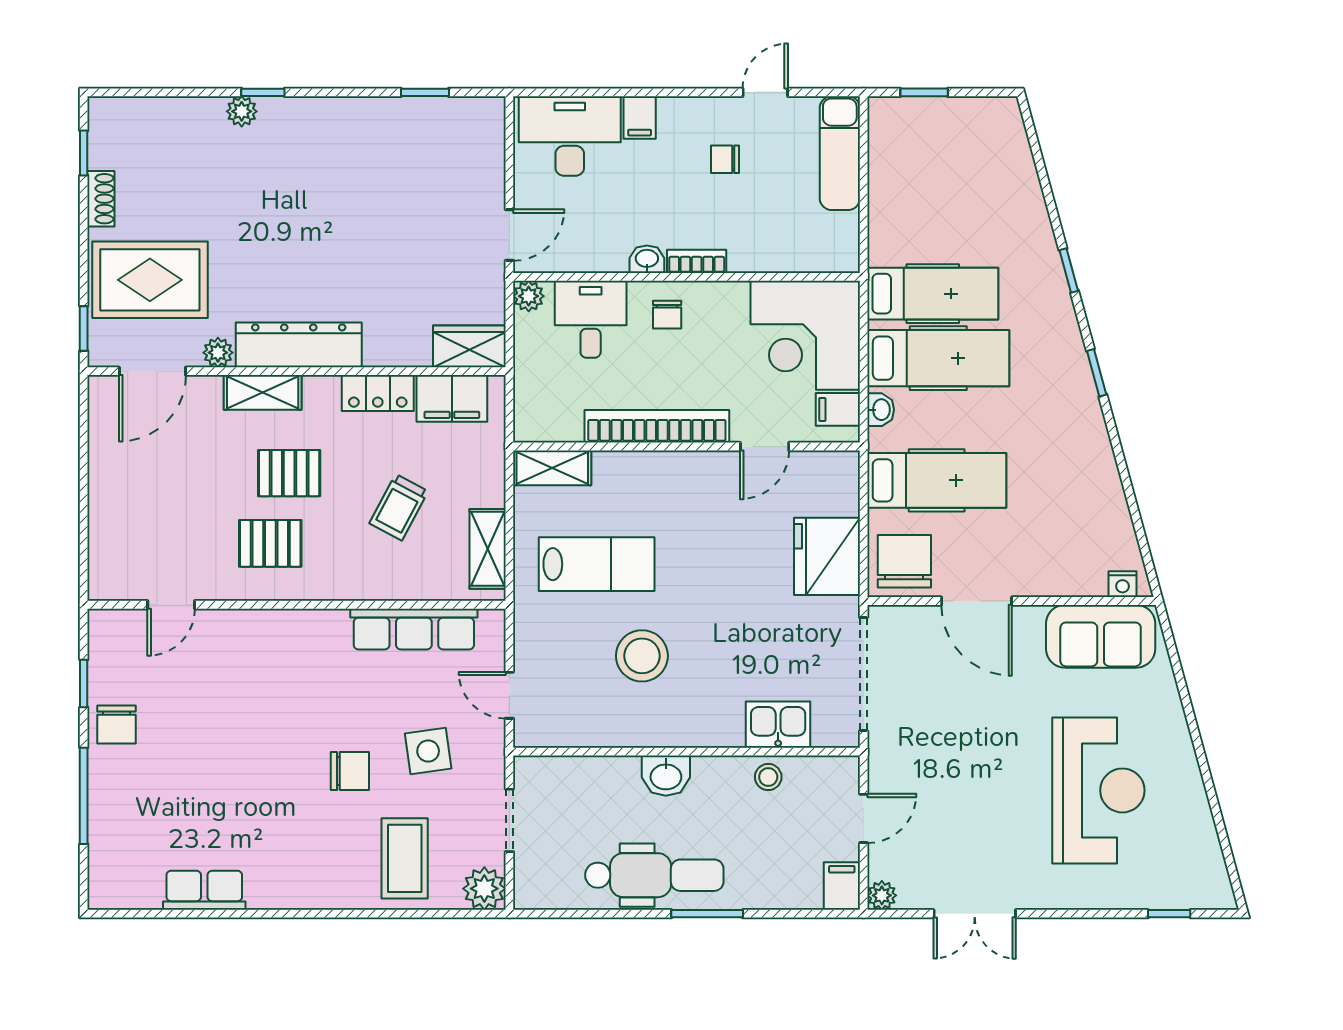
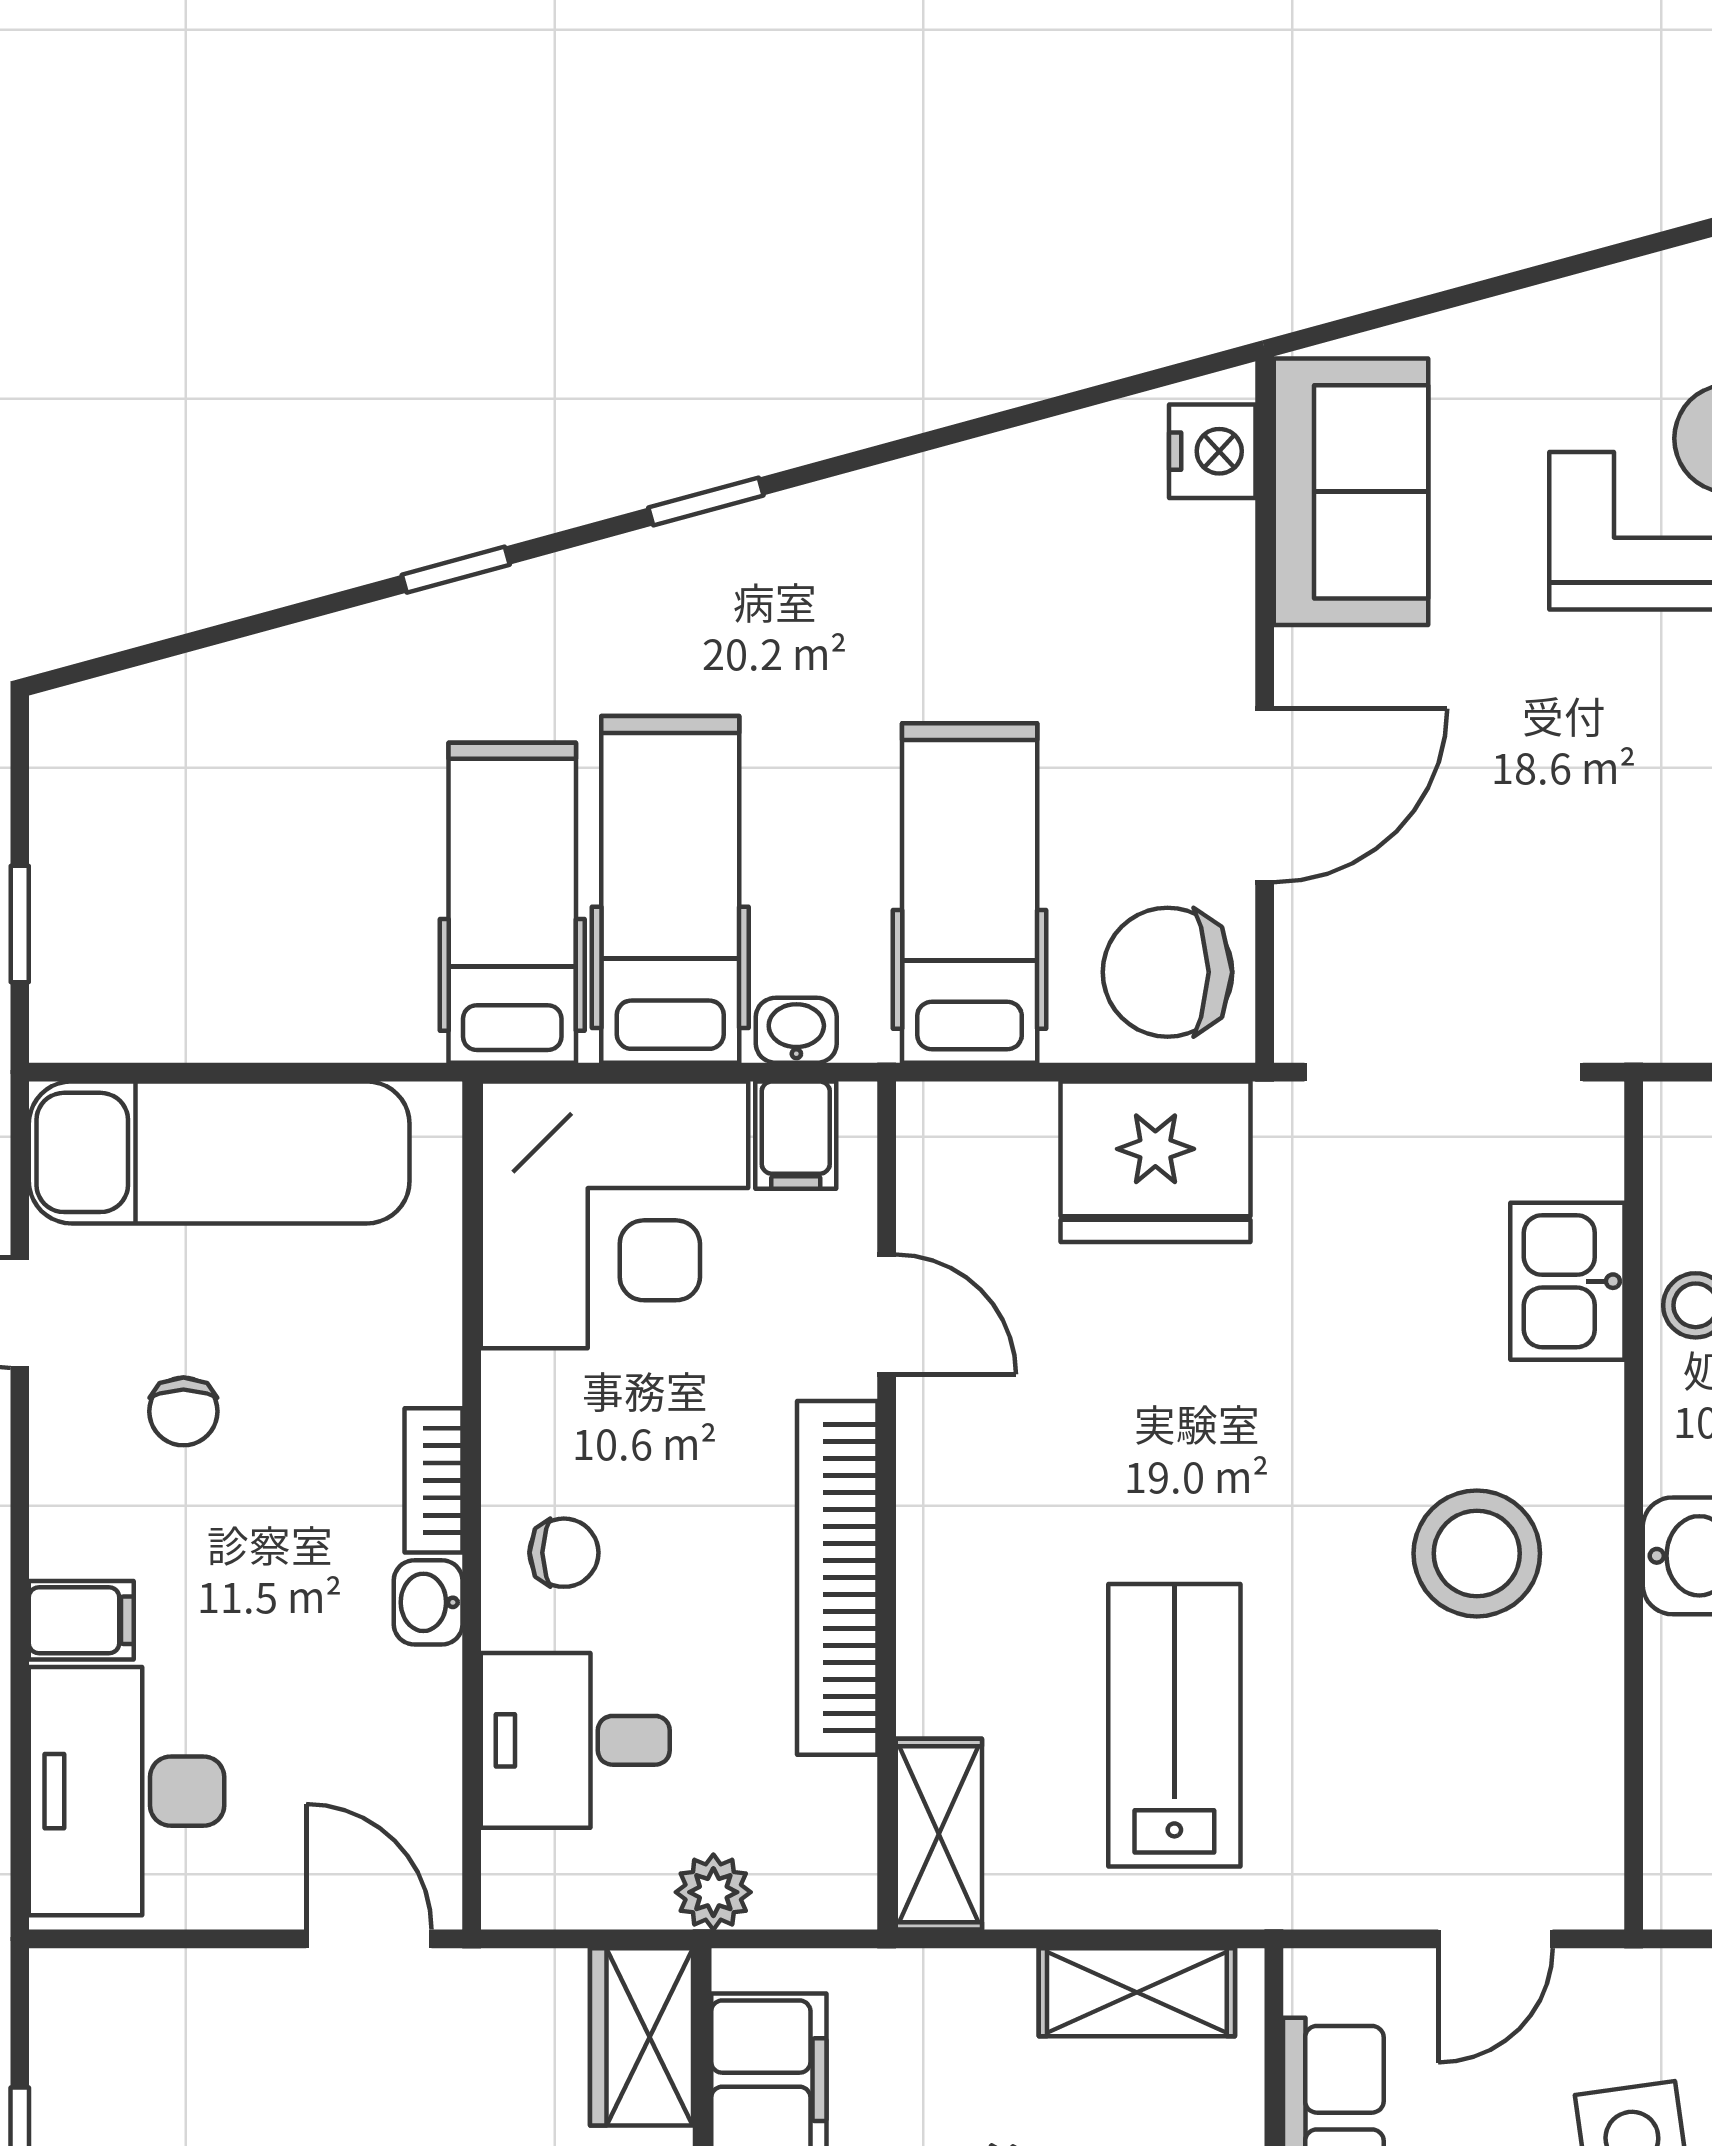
exam couch: (840, 153) -> (219, 1152), width x1.36, depth x1.45
plant: (529, 296) -> (713, 1892), moved
nightstand: (1123, 584) -> (1212, 451), width x1.39, depth x1.35
stool: (642, 656) -> (1477, 1553), moved

